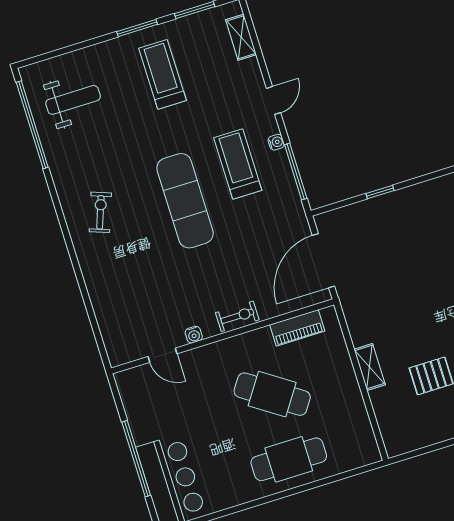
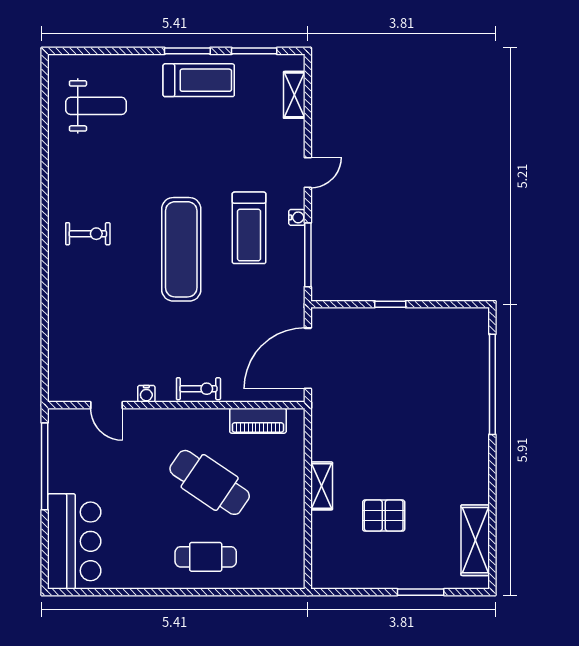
treadmill: (163, 74) -> (199, 80), moved, turned 90
window: (32, 125) -> (45, 119), removed
treadmill: (238, 164) -> (249, 228), turned 180
exercise bike: (100, 212) -> (88, 234), turned 70
window: (136, 459) -> (45, 466), moved
cafe table: (289, 459) -> (206, 557), width x0.73, depth x0.74

